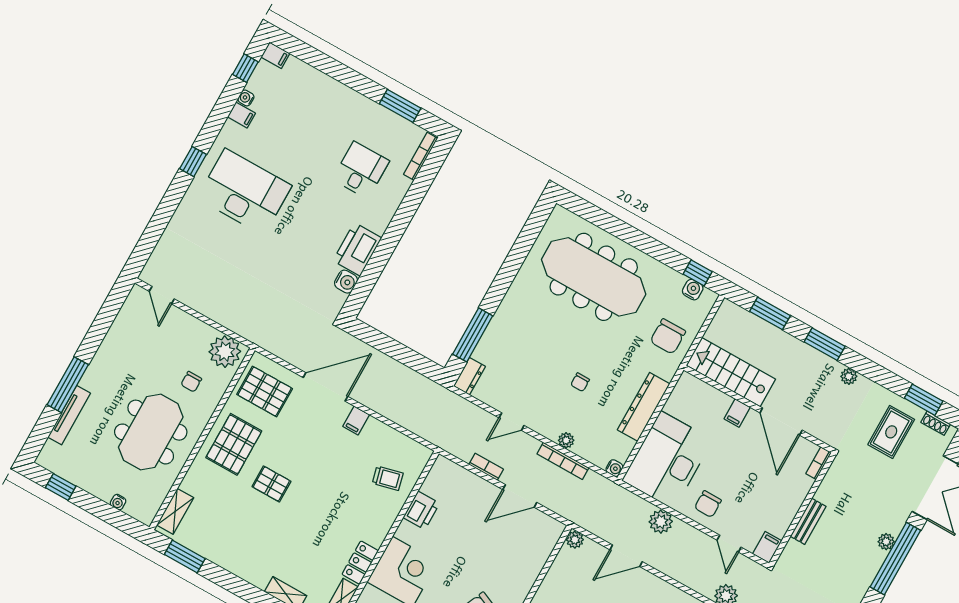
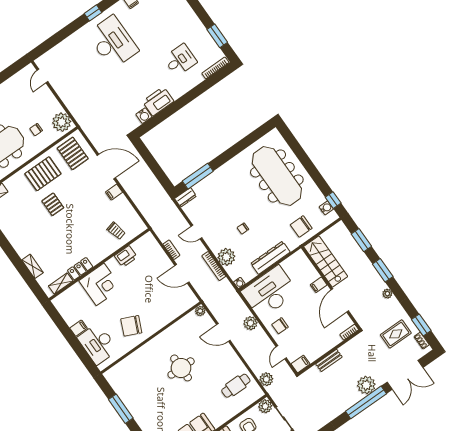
plant: (566, 440) -> (226, 257), width x1.87, depth x1.87
plant: (886, 542) -> (366, 385), width x1.88, depth x1.88

